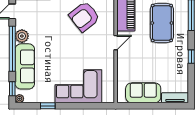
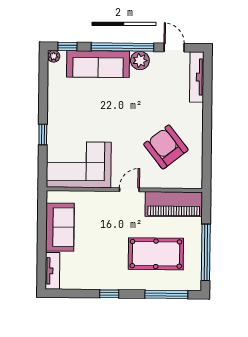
door: (116, 43) -> (129, 190), swing flipped
corner sofa: (78, 86) -> (79, 165), moved, turned -90
window: (48, 106) -> (43, 134), moved

